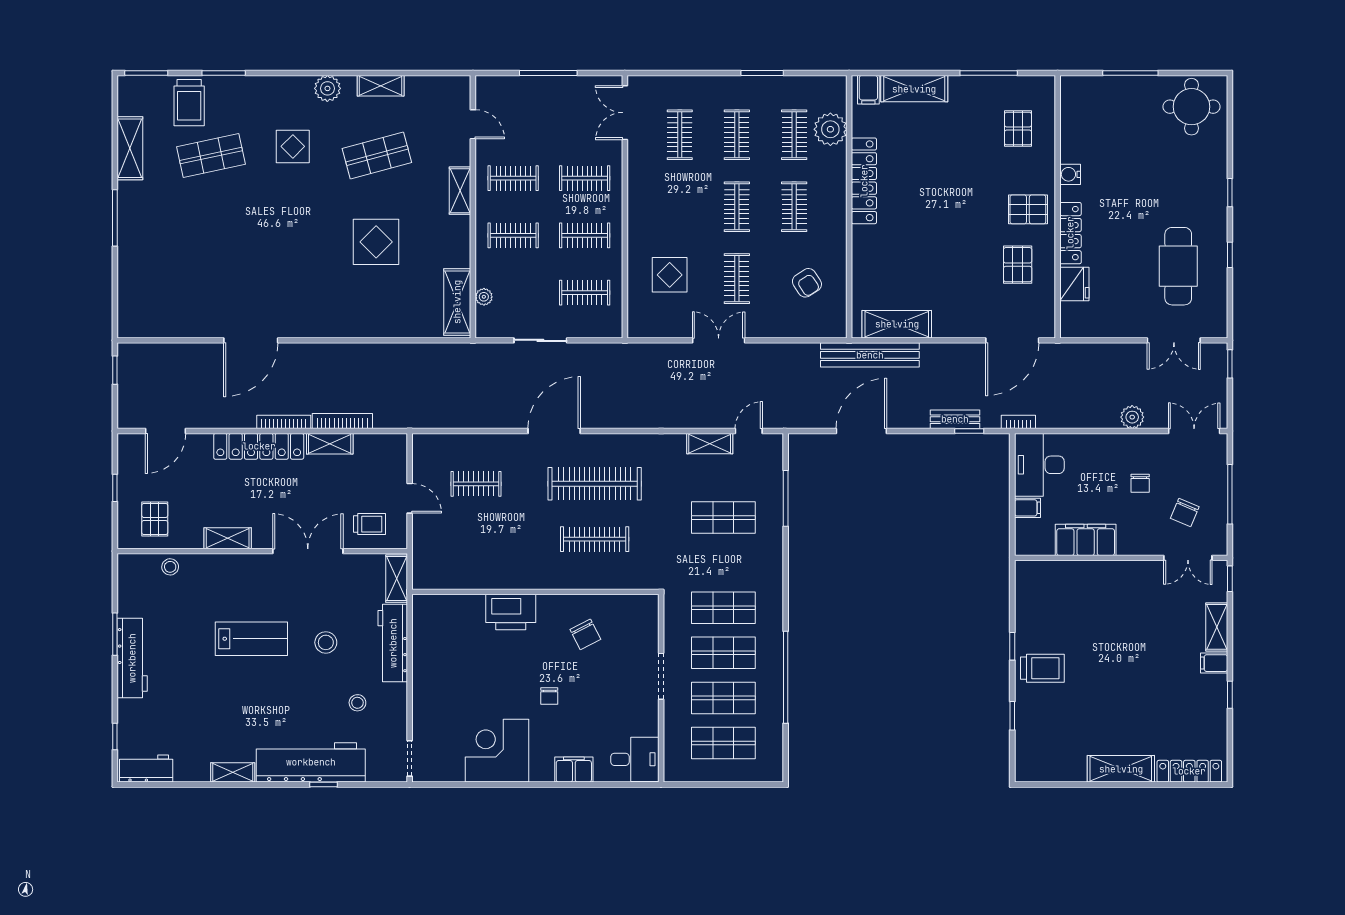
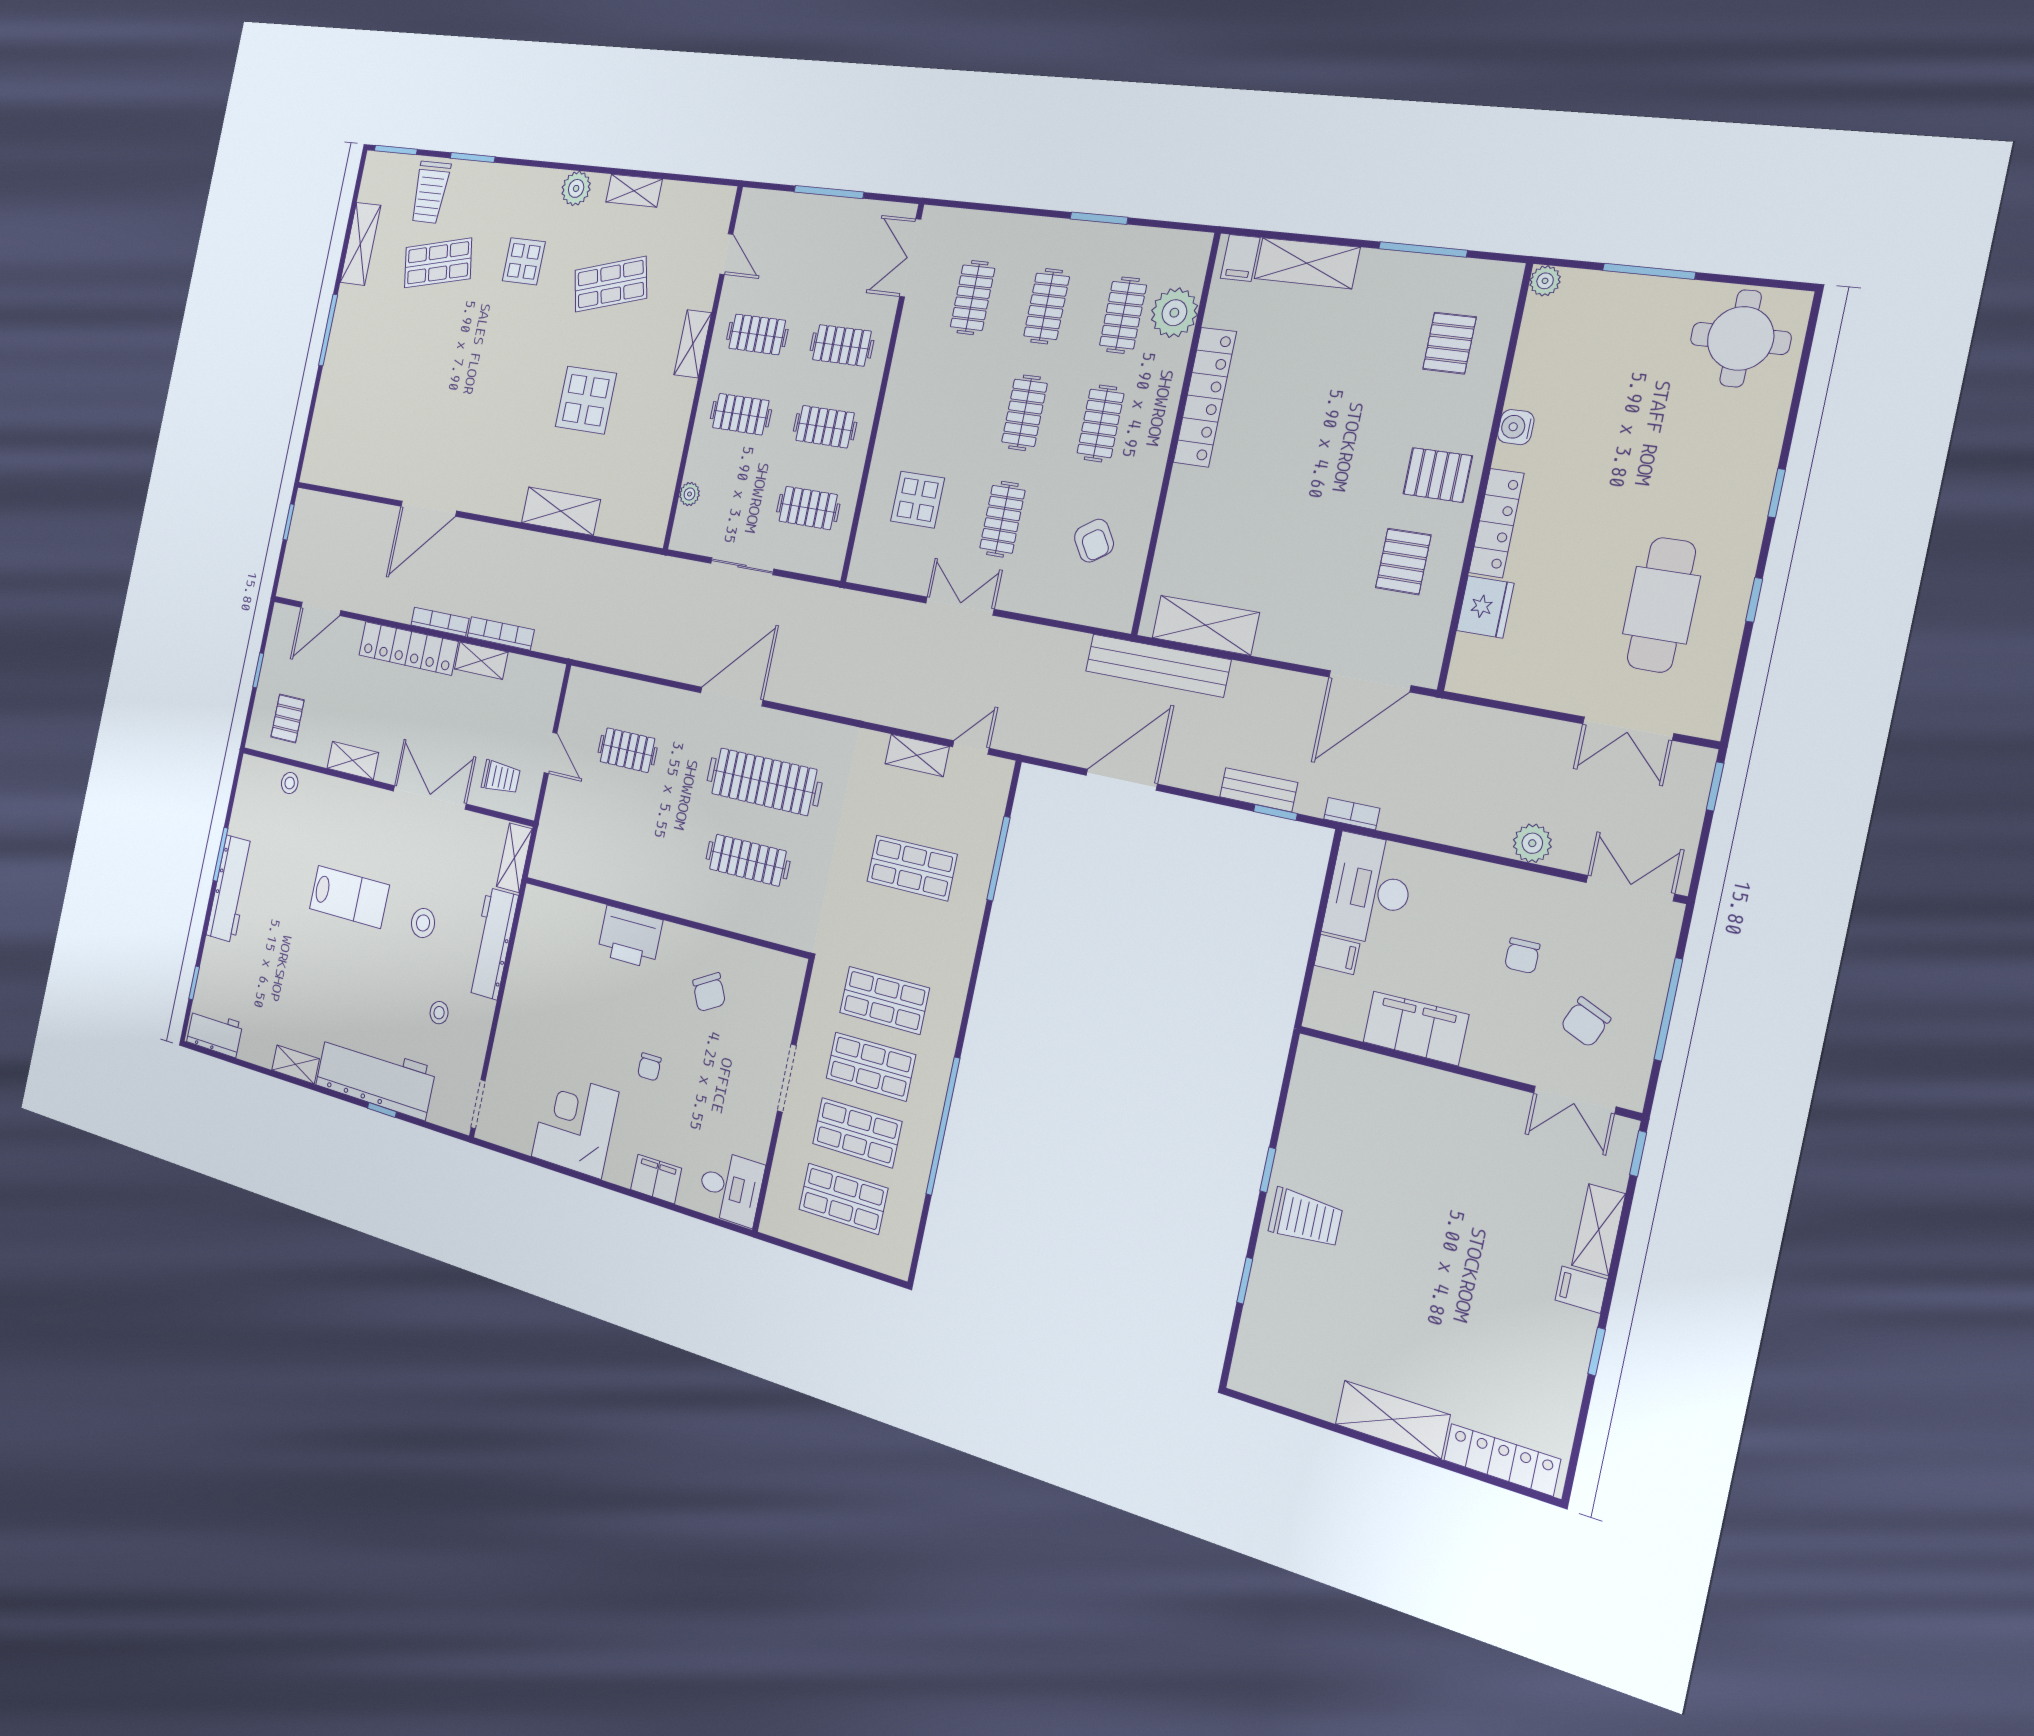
plant: (1069, 85) -> (1545, 281), added
shelving: (457, 302) -> (561, 511), moved, turned 90

